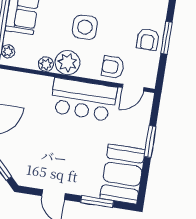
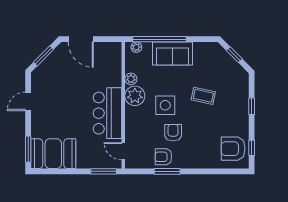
armchair: (113, 67) -> (173, 133), moved
window: (150, 142) -> (104, 171), moved
window: (97, 202) -> (28, 149), moved

